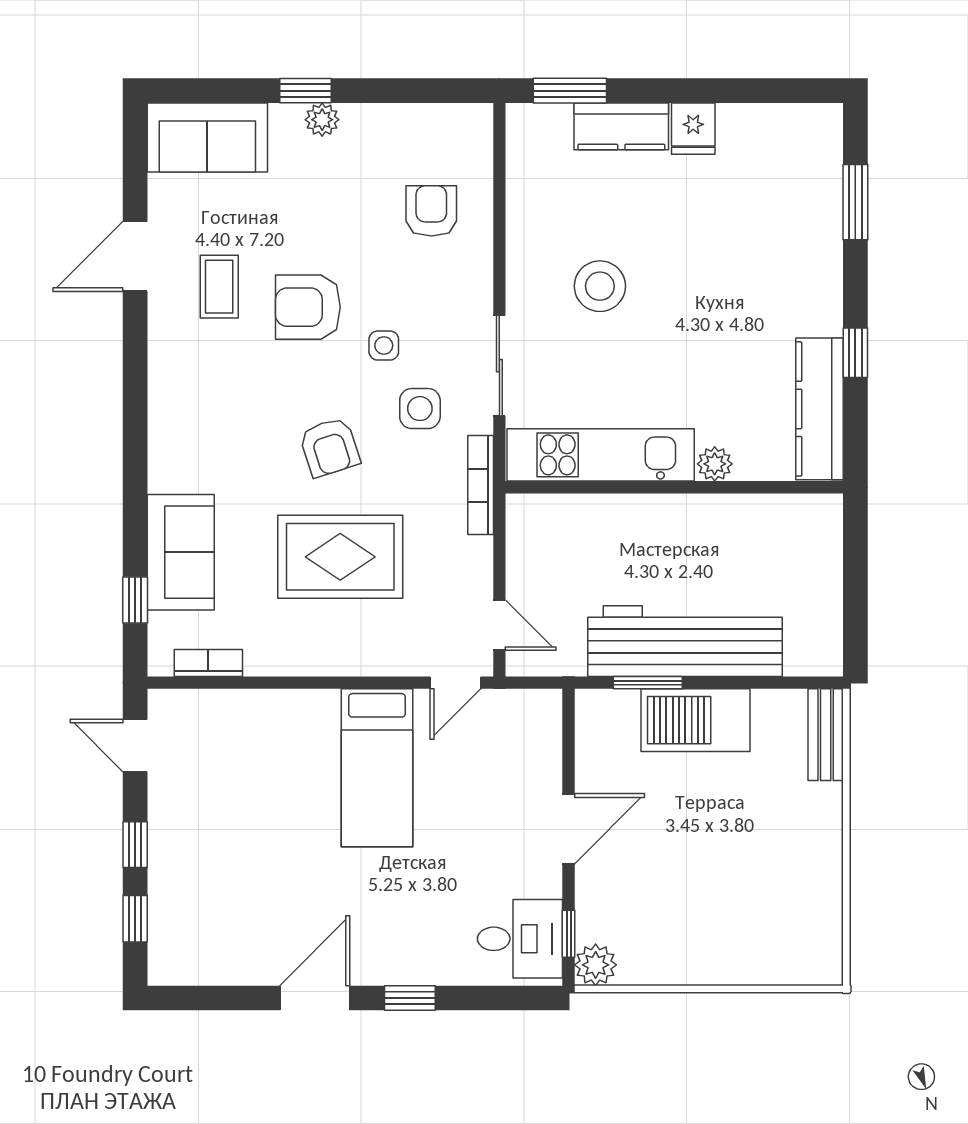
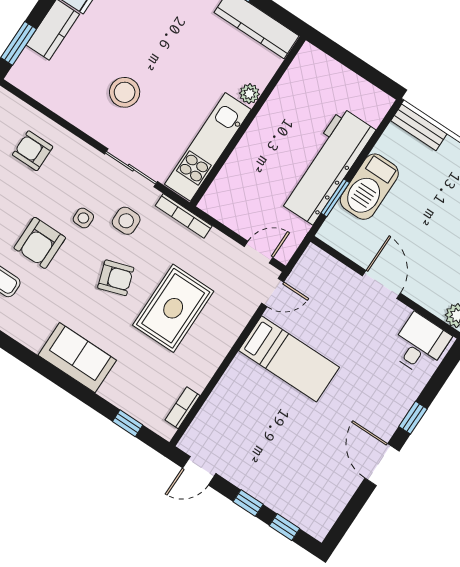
sofa: (181, 552) -> (77, 358), moved
door: (456, 683) -> (273, 293), hinge flipped
window: (569, 934) -> (433, 319), removed

